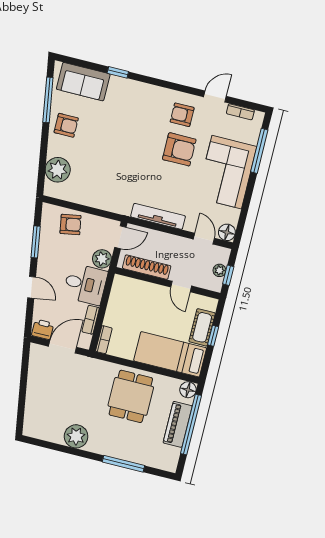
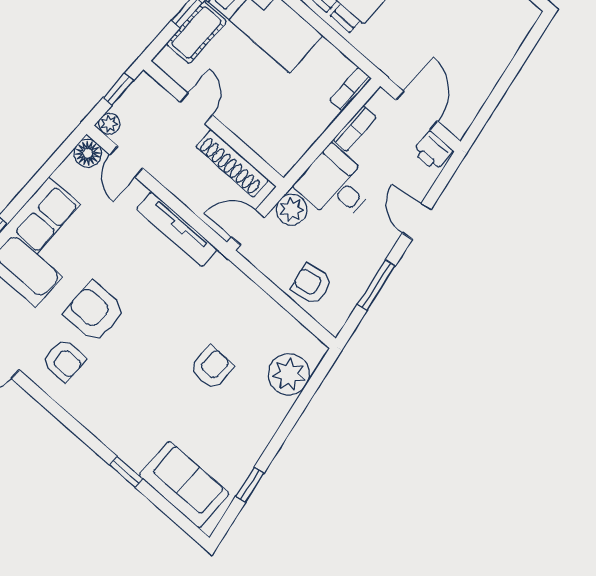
window: (48, 100) -> (250, 485), width x0.46
armchair: (66, 125) -> (212, 368), moved, turned 90
plant: (219, 270) -> (109, 124), moved
door: (62, 347) -> (417, 111), swing flipped

